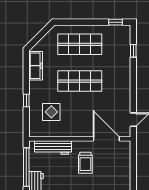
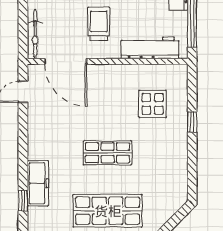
freezer: (36, 66) -> (38, 183), moved, turned 180
shop shelf: (80, 81) -> (108, 153), width x0.70, depth x0.74
bicycle: (126, 156) -> (35, 34), added

